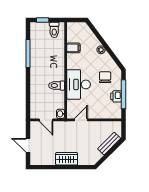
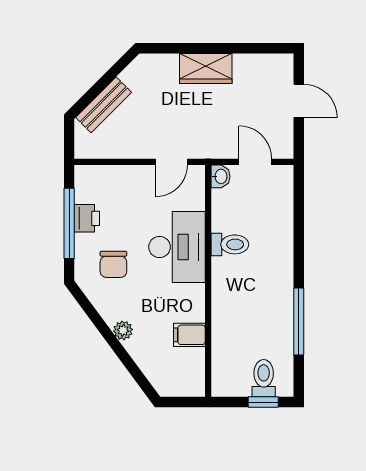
toilet: (54, 30) -> (264, 378), moved

